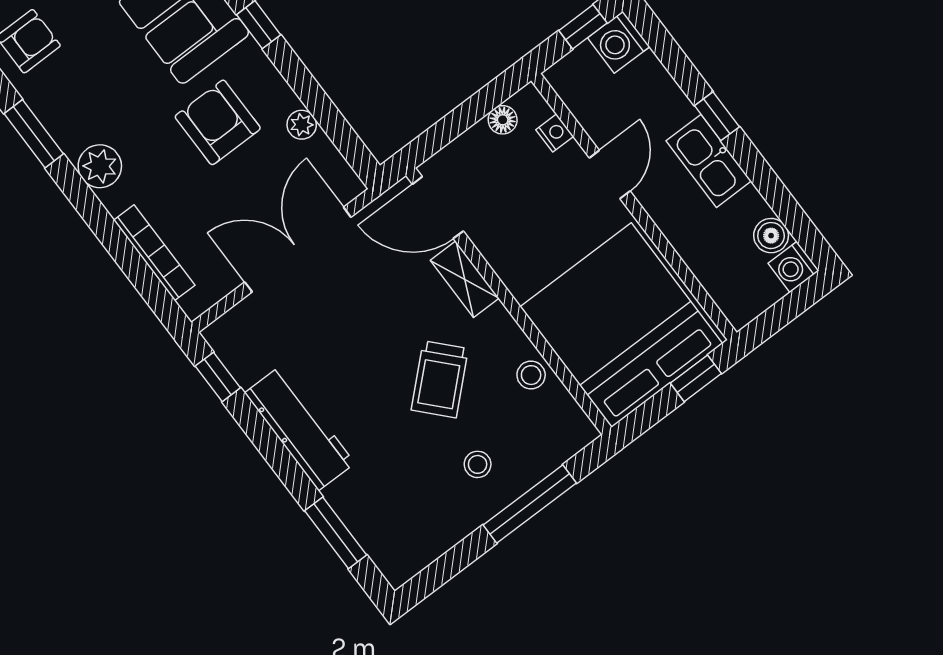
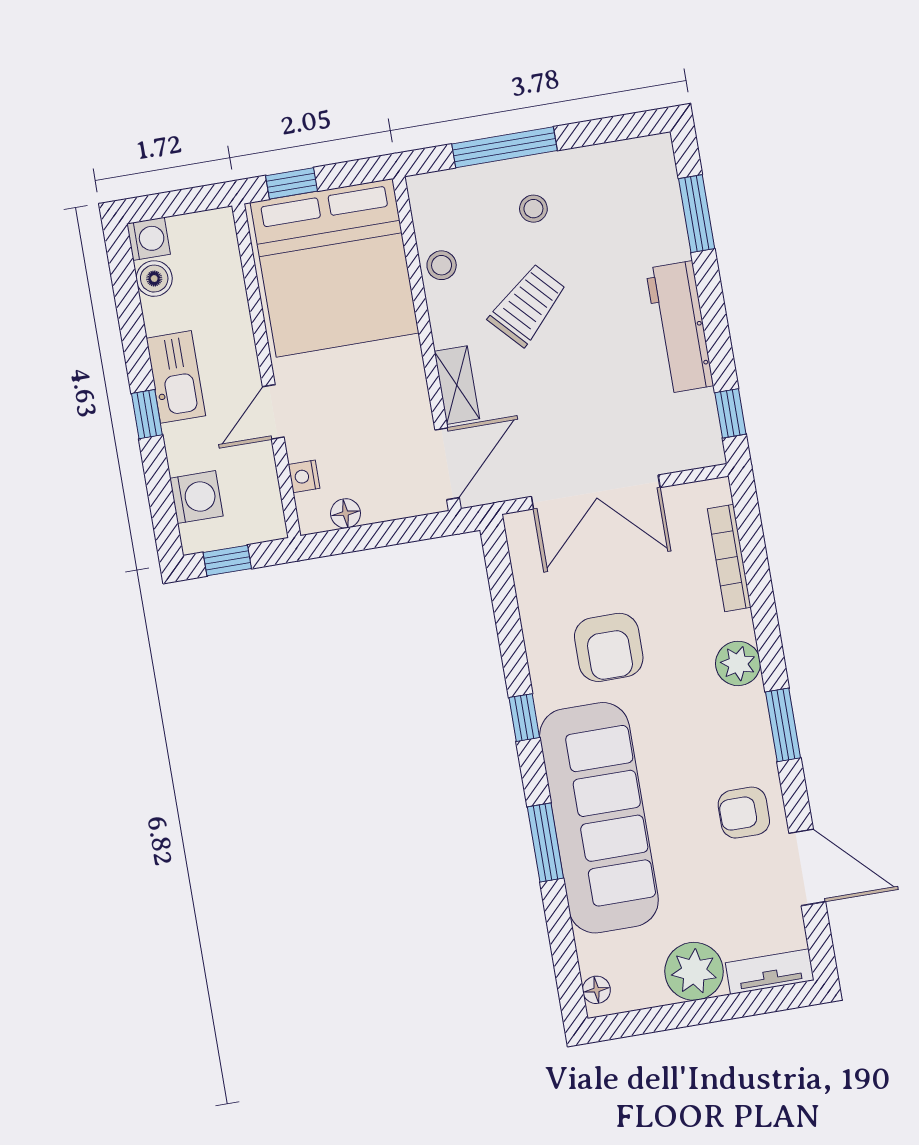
washing machine: (619, 42) -> (196, 497), moved
plant: (302, 125) -> (533, 605), removed
door: (438, 208) -> (447, 464), hinge flipped

